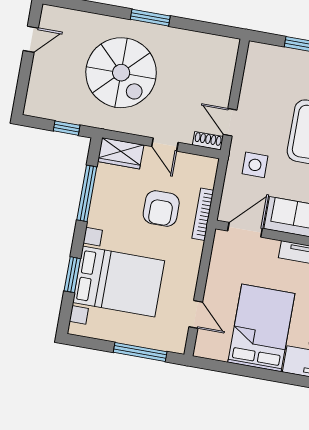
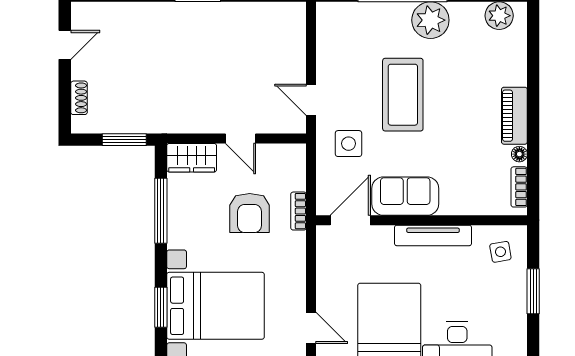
spiral stairs: (121, 73) -> (176, 65), removed
window: (67, 128) -> (124, 140), width x1.50
shoe rack: (208, 141) -> (79, 98), moved, turned 90
bookcase: (203, 214) -> (299, 211), width x0.64

